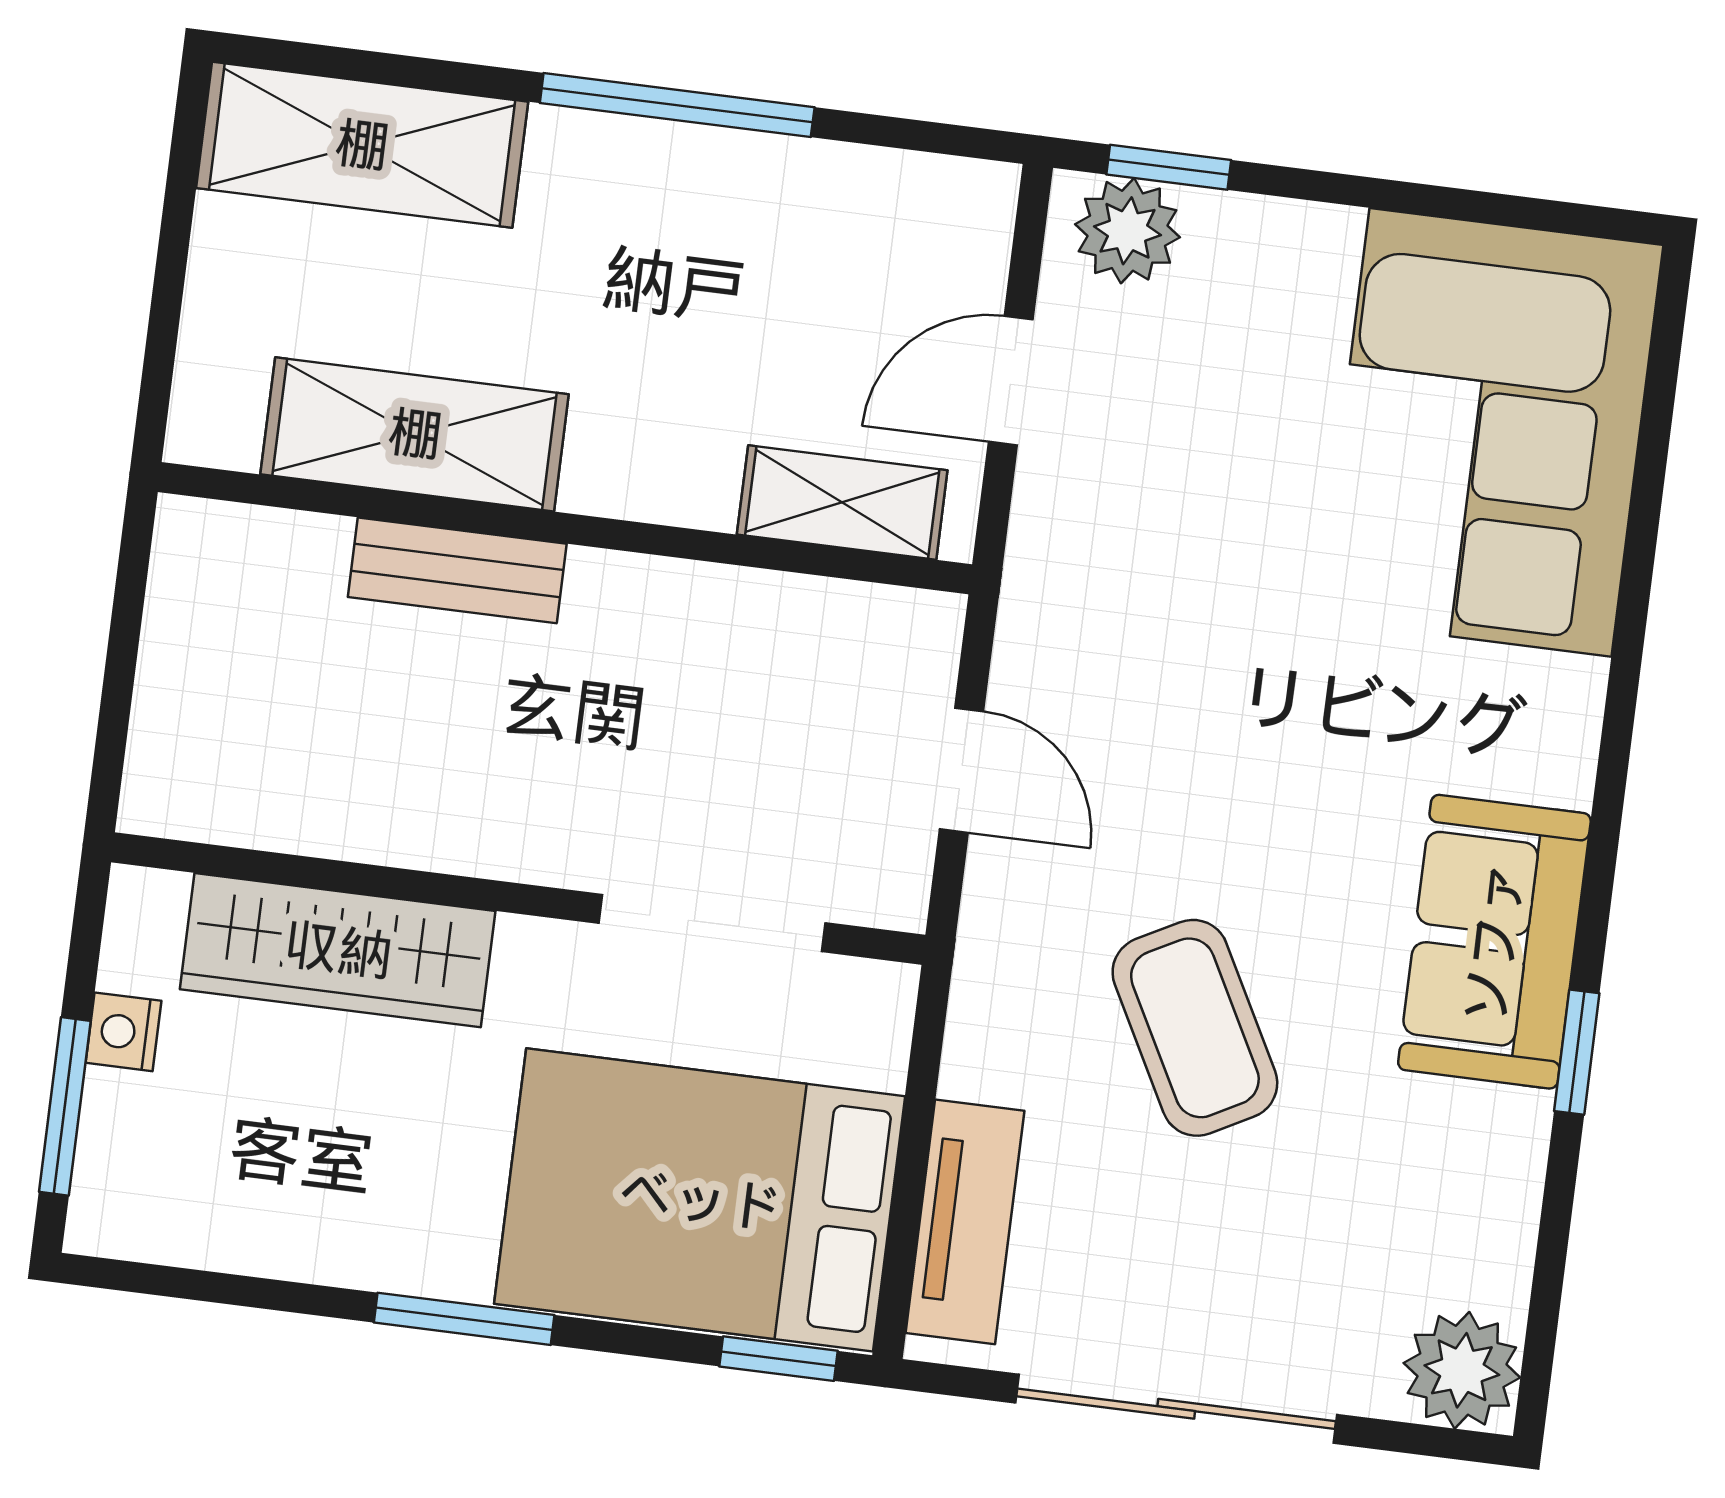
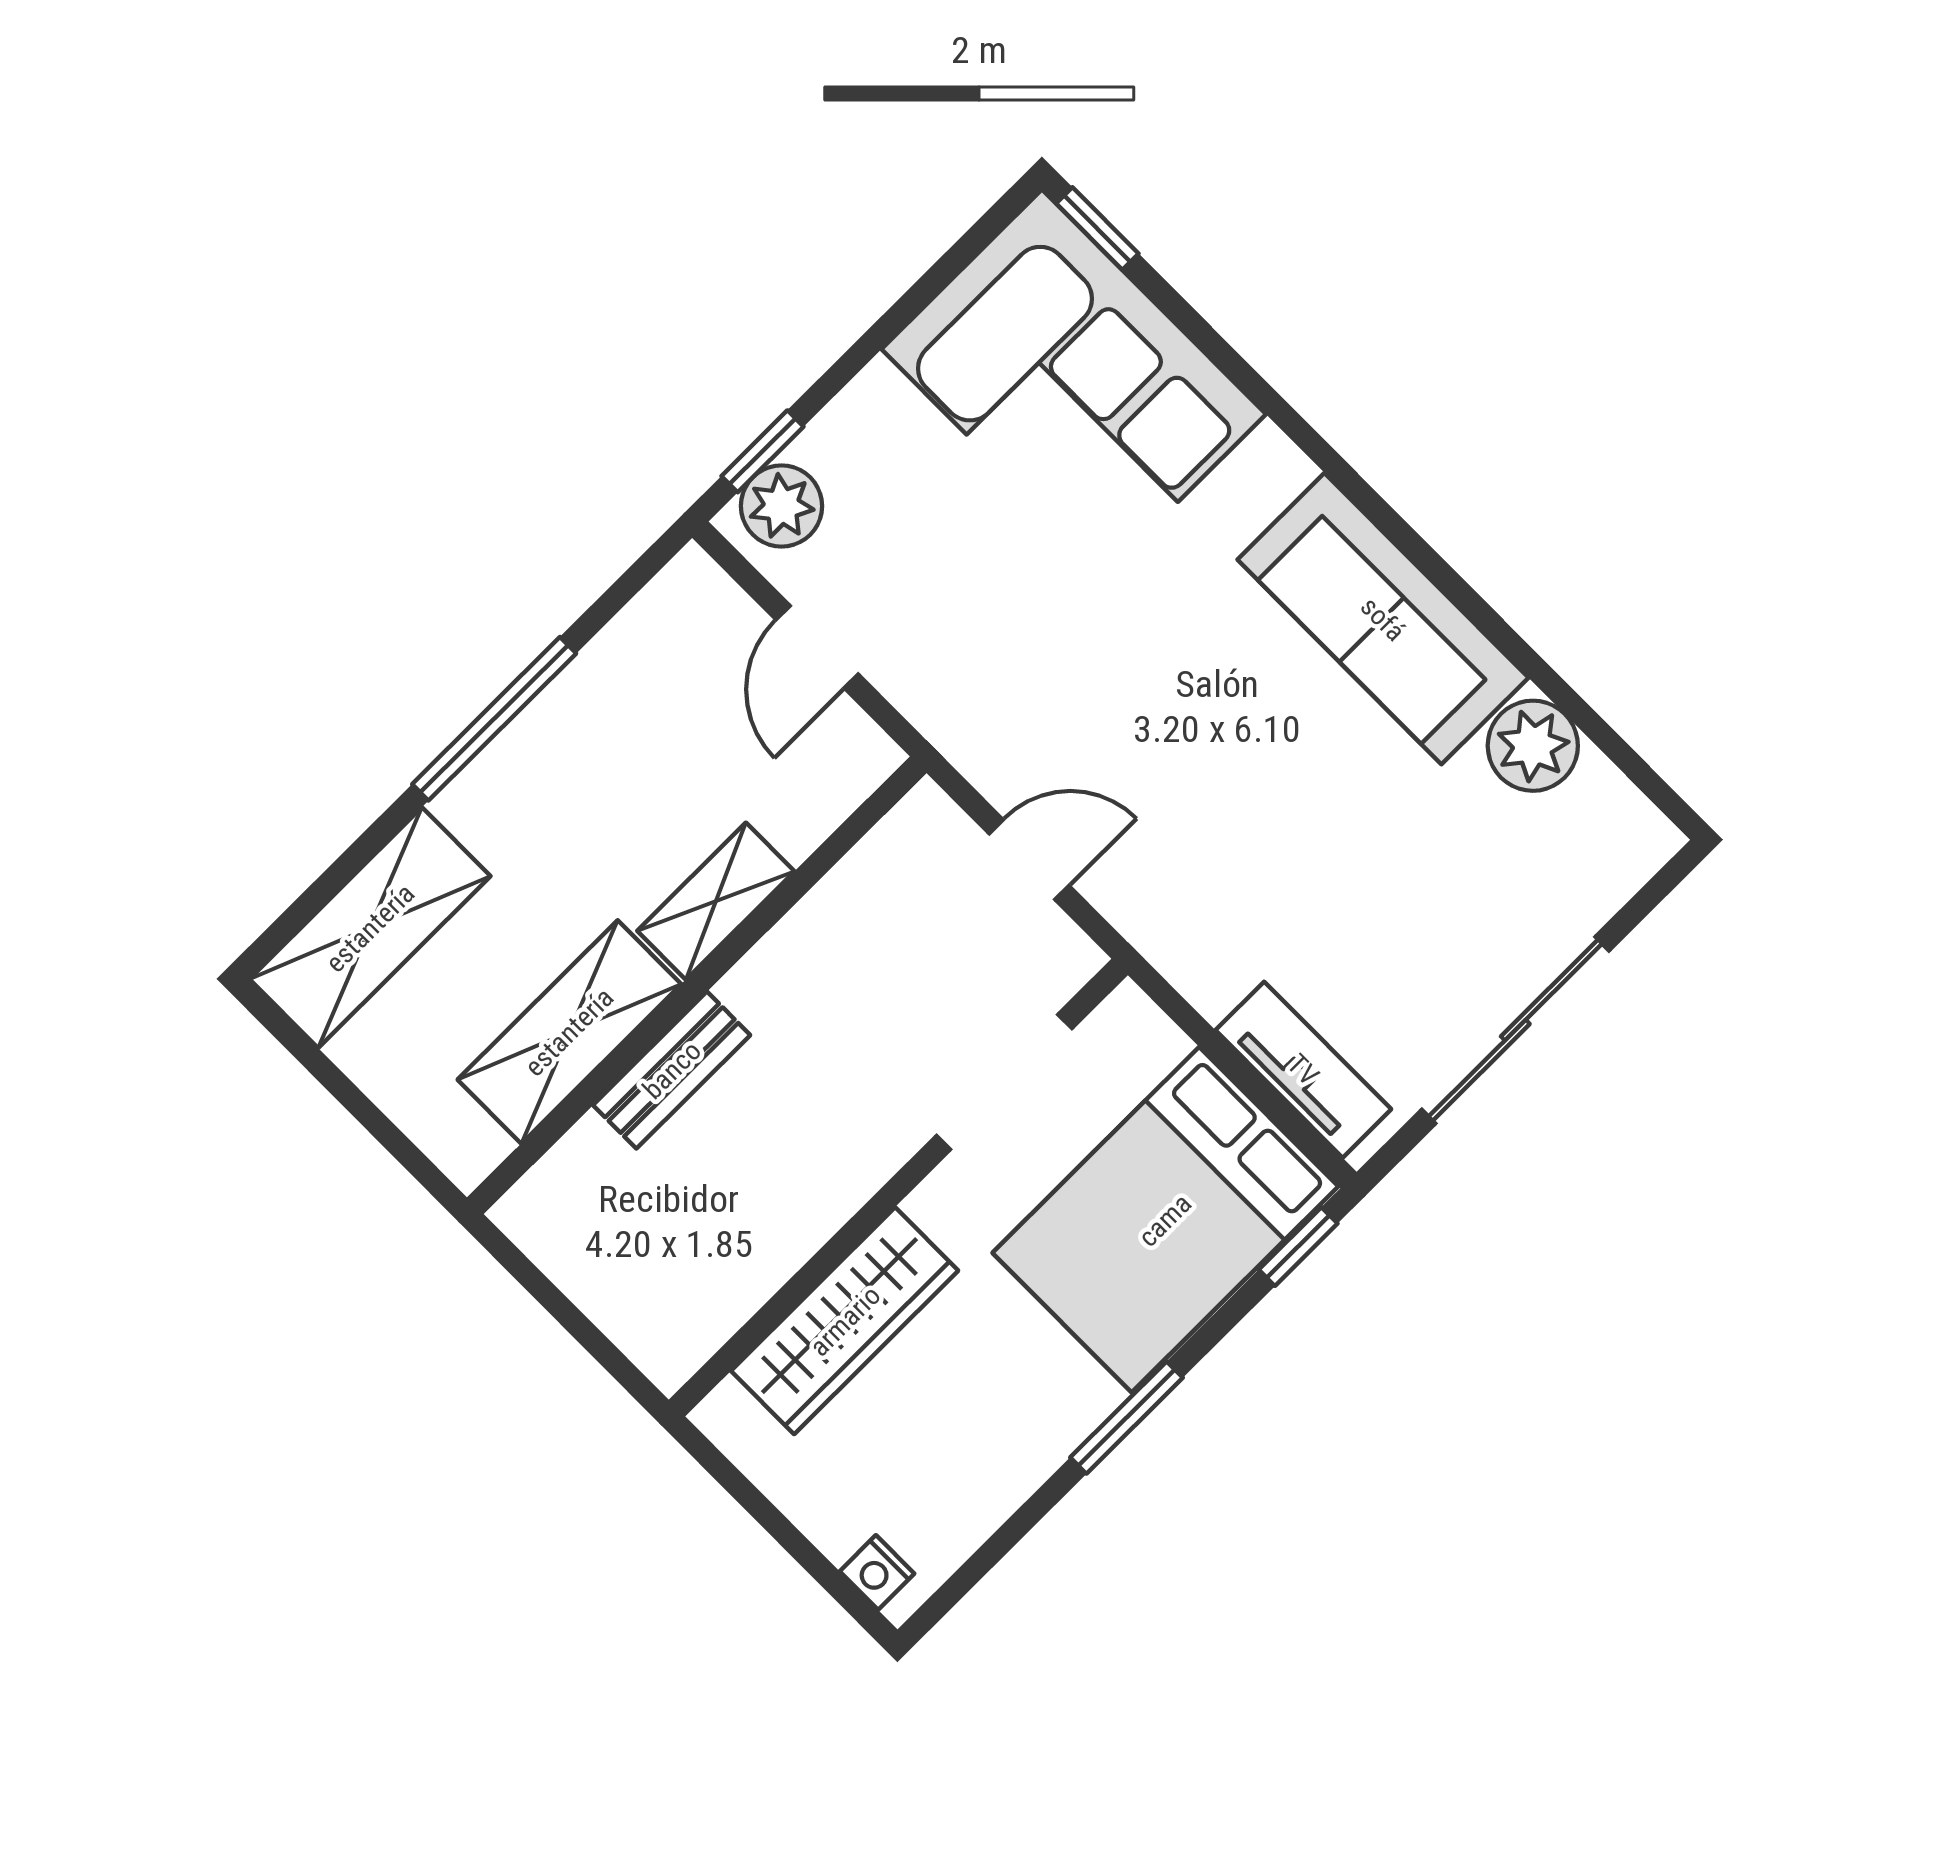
shelving: (842, 502) -> (716, 901), moved
sofa: (1494, 942) -> (1383, 619), width x1.36
coffee table: (1195, 1028) -> (1294, 840), removed
nightstand: (123, 1032) -> (877, 1572), moved
window: (1577, 1052) -> (1097, 229), moved
window: (65, 1106) -> (811, 1559), removed
plant: (1462, 1370) -> (1533, 746), moved

